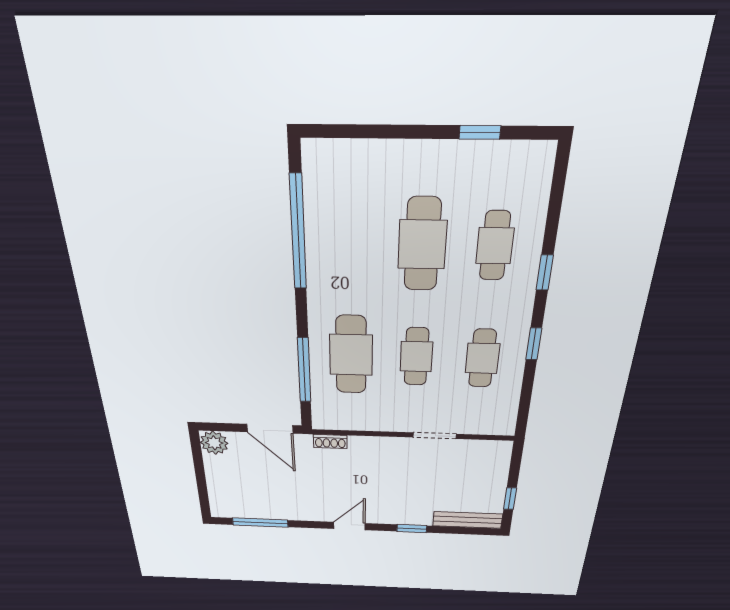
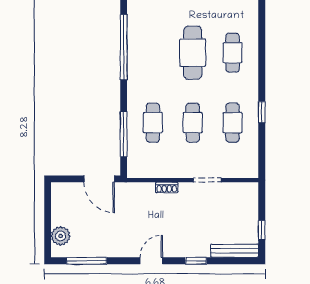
window: (545, 273) -> (262, 68), removed
cafe table: (351, 355) -> (153, 123), width x0.73, depth x0.74
shoe rack: (330, 442) -> (167, 188), moved
plant: (214, 443) -> (61, 236), moved

